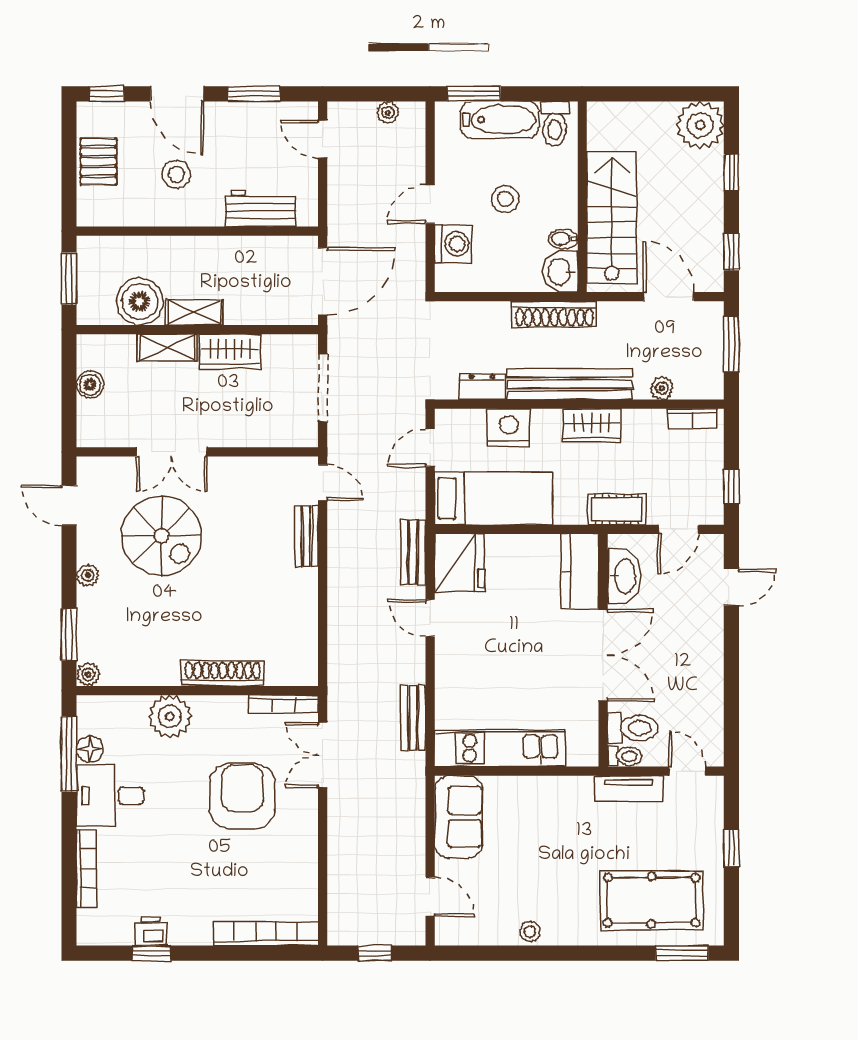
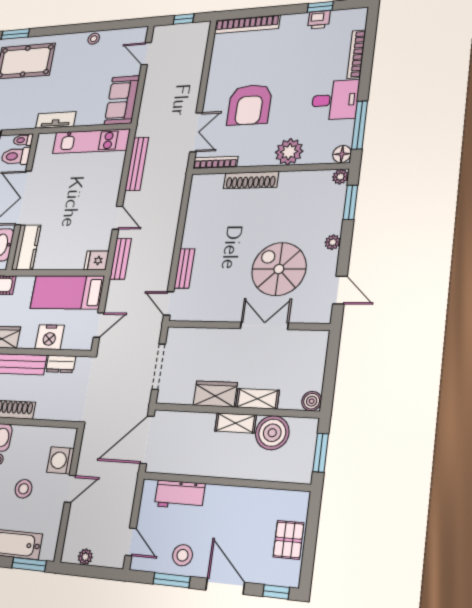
stool: (176, 174) -> (183, 555), moved
boiler: (90, 385) -> (312, 401), moved
fridge: (459, 563) -> (96, 260), width x0.53, depth x0.75
bench: (413, 718) -> (137, 164), width x1.36
floor lamp: (90, 749) -> (342, 154), moved
tv unit: (629, 789) -> (56, 120), moved

